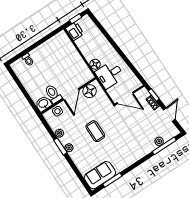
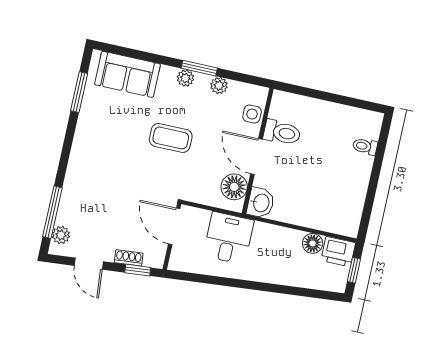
floor lamp: (95, 64) -> (313, 243), moved
door: (125, 98) -> (174, 226), hinge flipped
washbasin: (43, 104) -> (261, 203), moved
plant: (159, 141) -> (61, 235), moved
sofa: (100, 175) -> (128, 74), moved, turned 90

